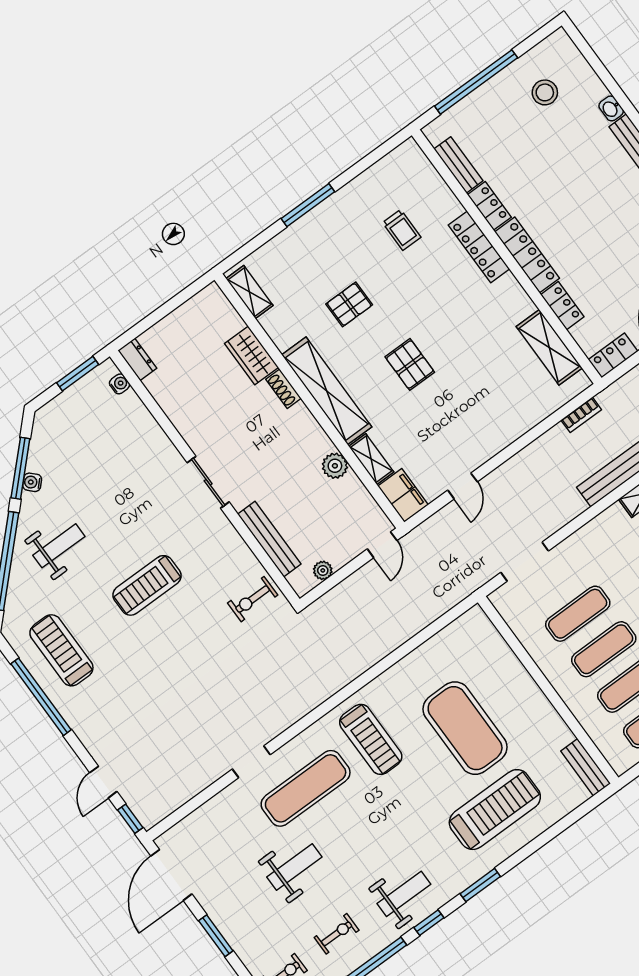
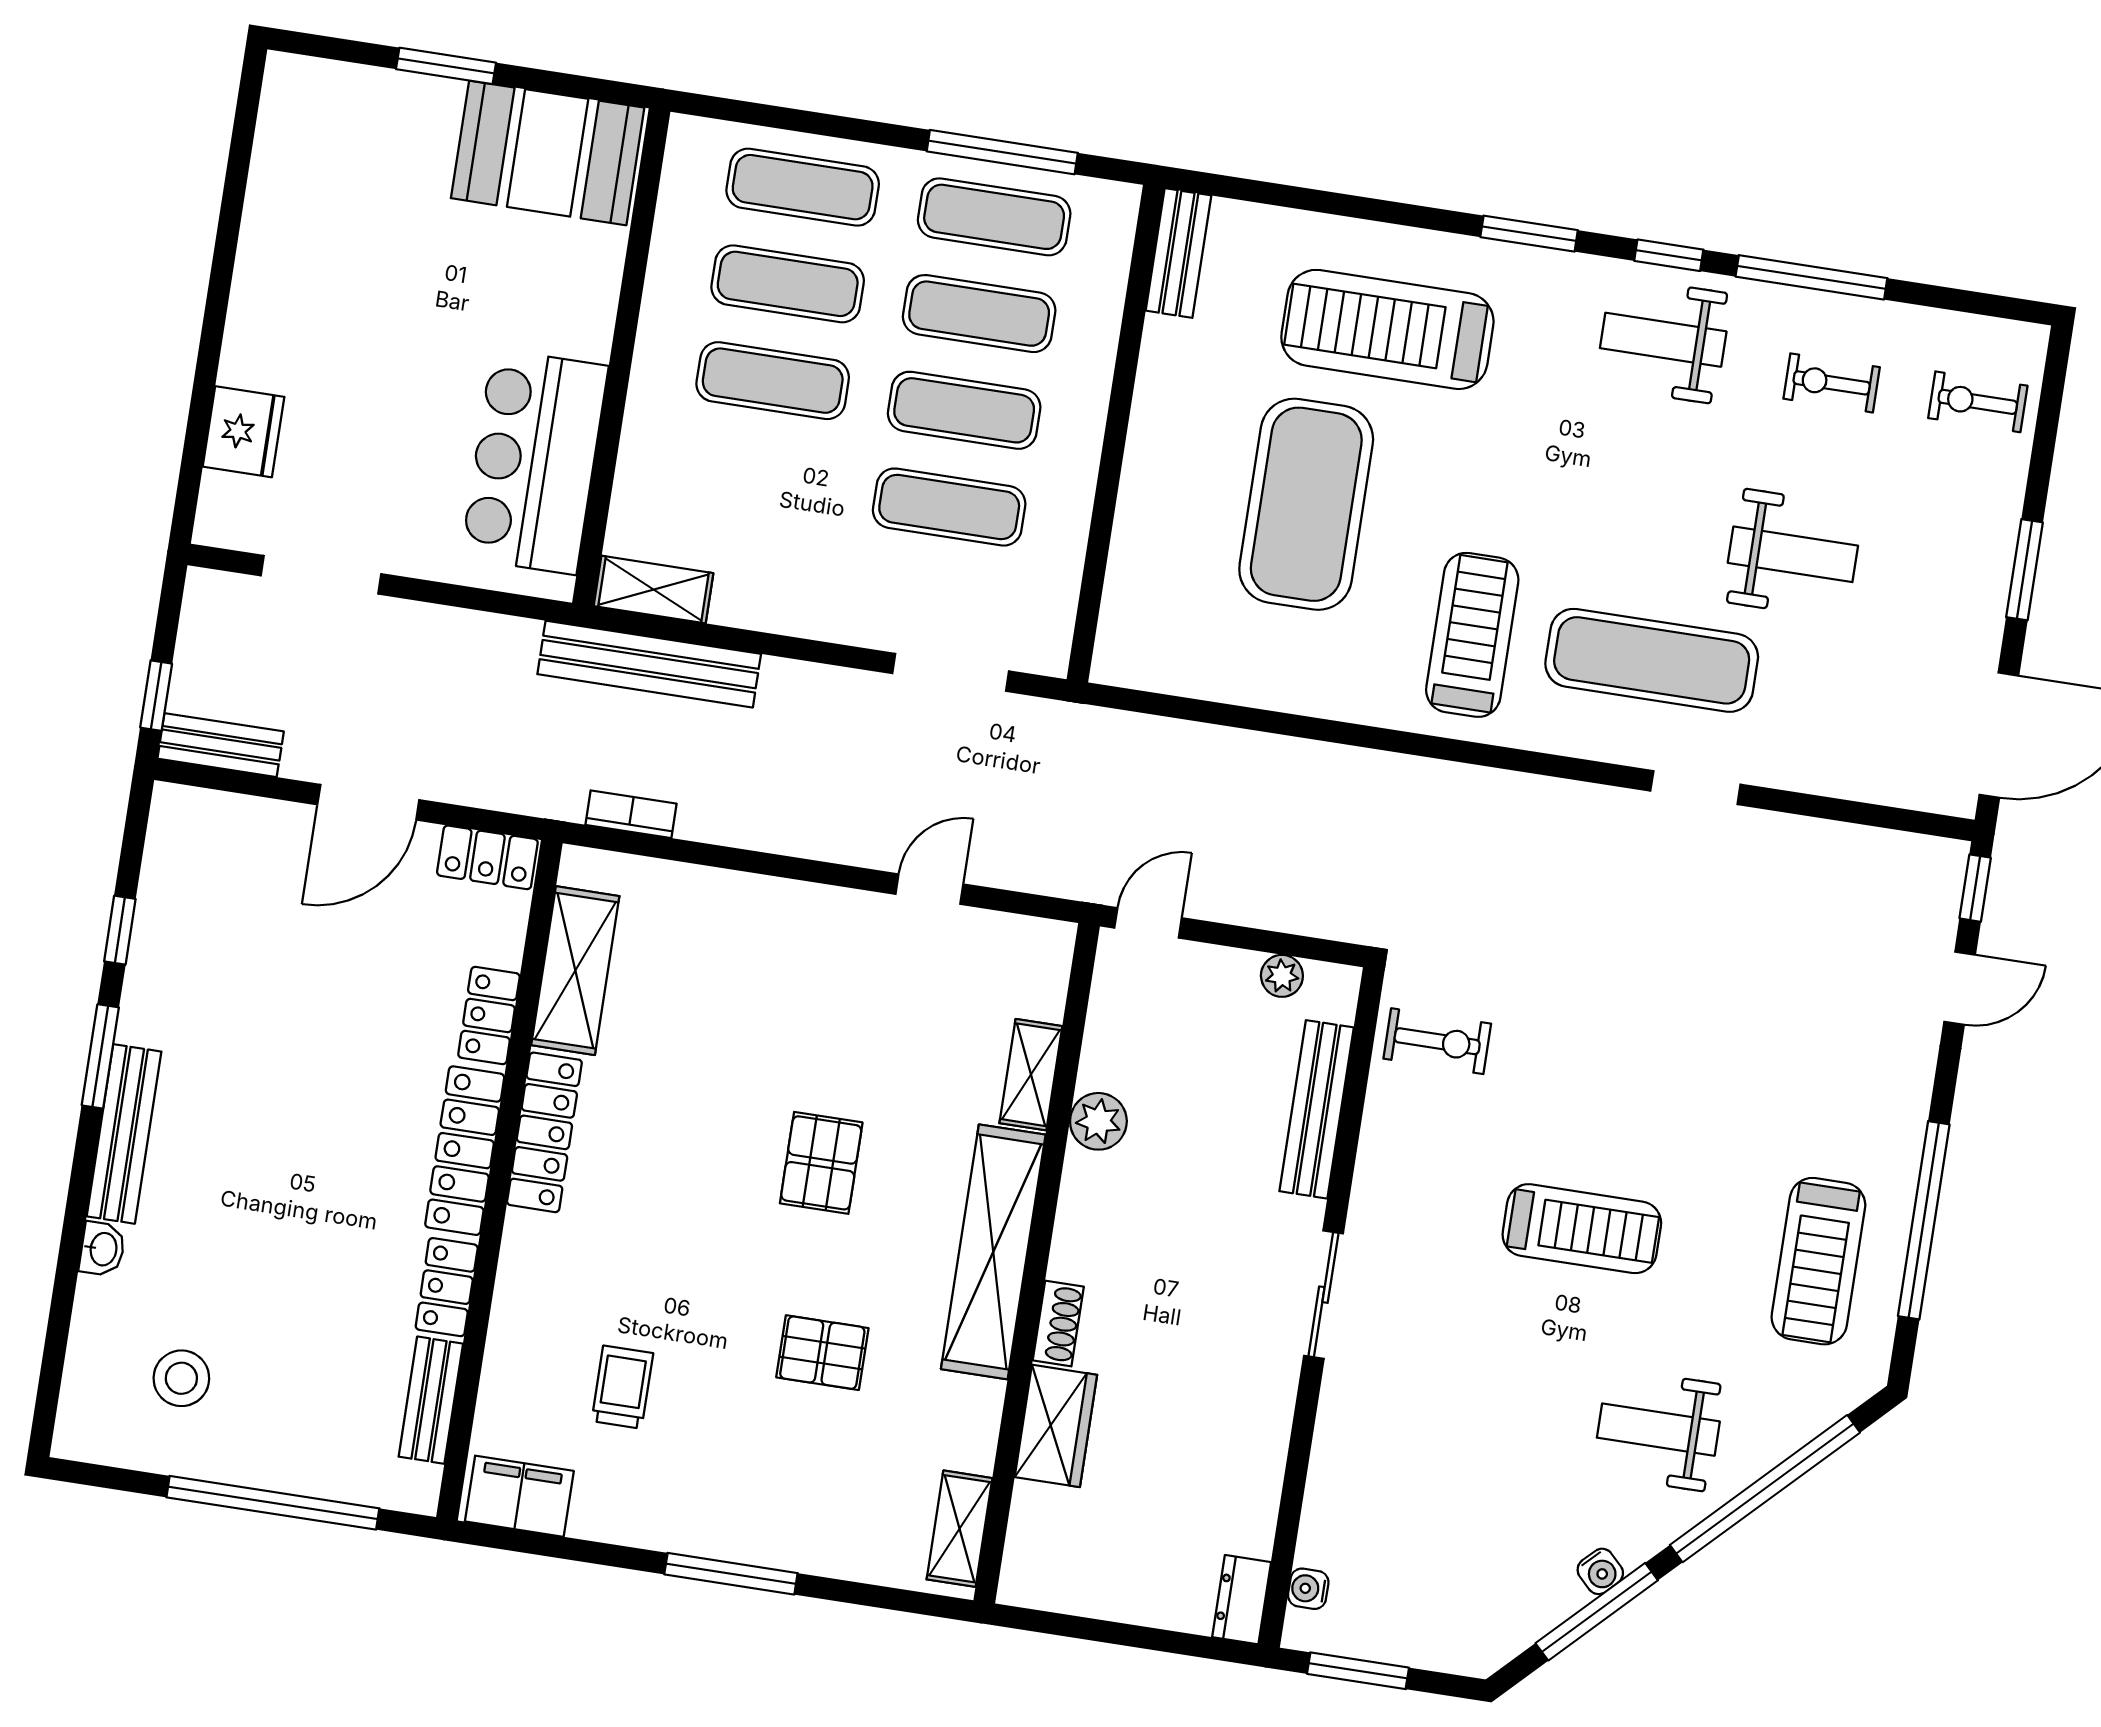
locker: (479, 247) -> (544, 1132), moved
filing cabinet: (403, 495) -> (519, 1496), moved, turned 90
weight bench: (294, 867) -> (1793, 554), turned 180

